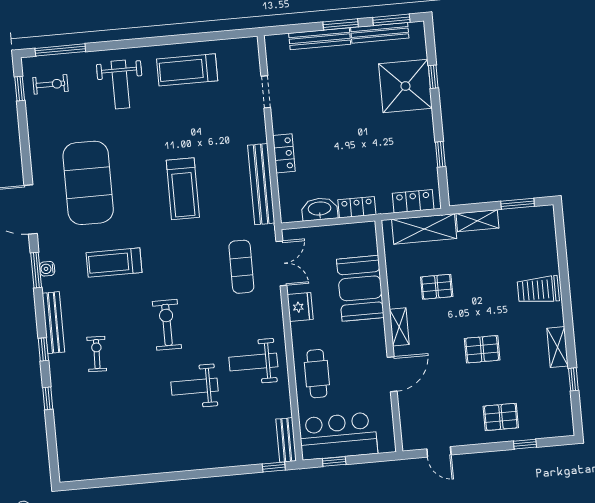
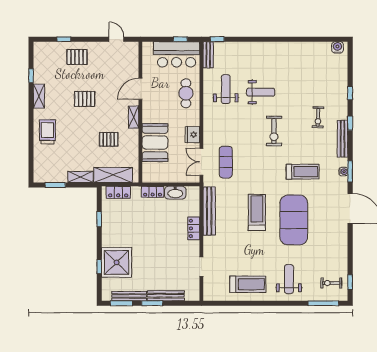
exercise mat: (88, 183) -> (294, 220), moved
trolley: (538, 290) -> (47, 132), turned -90
weight bench: (253, 362) -> (226, 89), moved, turned -90
water cooler: (75, 471) -> (337, 47), added

